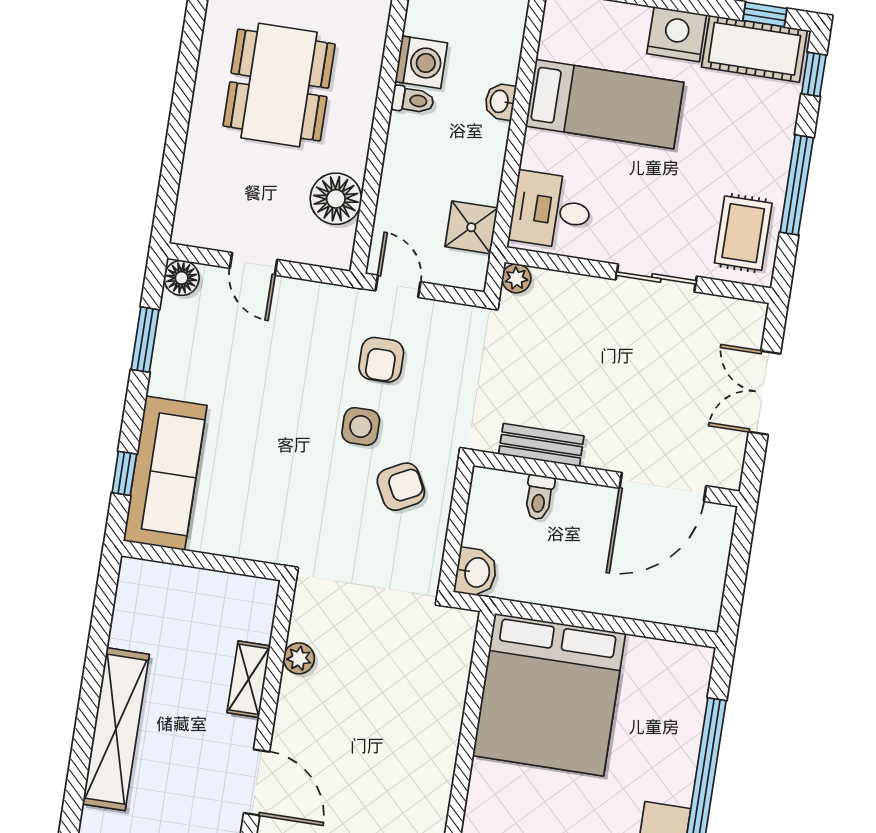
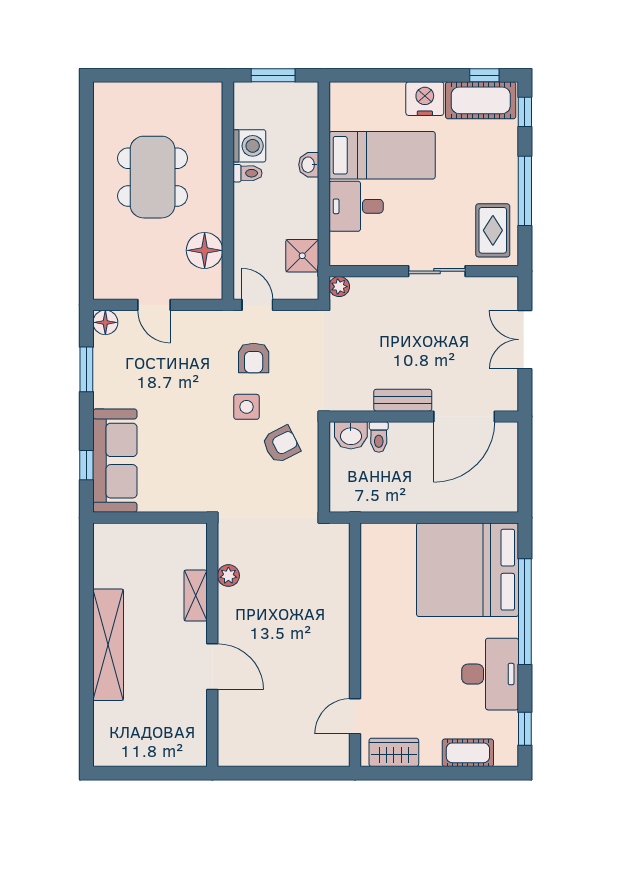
desk: (551, 210) -> (356, 206), moved
bench: (541, 445) -> (403, 400), moved
washbasin: (476, 572) -> (351, 435), moved, turned 90
bed: (549, 695) -> (467, 570), moved, turned 90

